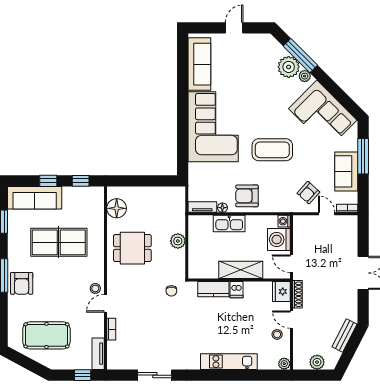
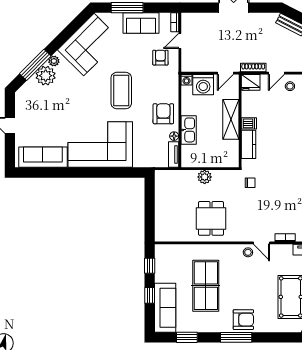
armchair: (308, 193) -> (160, 58), turned -132
armchair: (247, 196) -> (163, 114), turned 180
floor lamp: (117, 208) -> (175, 233), removed

